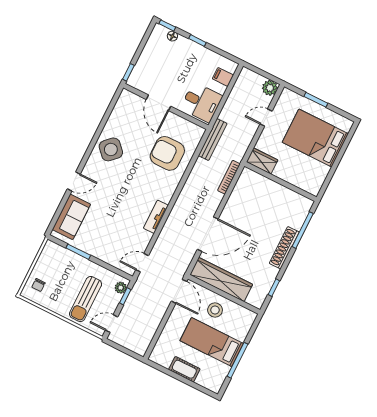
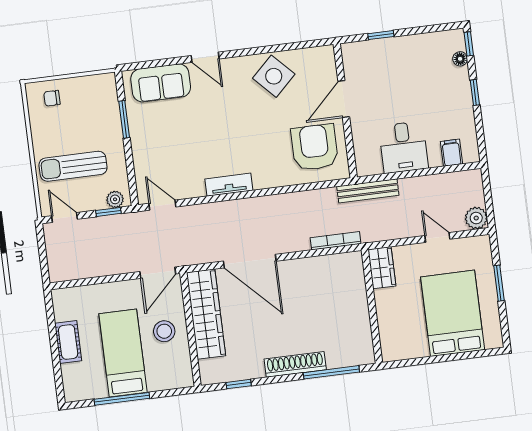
door: (159, 103) -> (344, 99), moved
wall: (166, 106) -> (345, 111), moved

